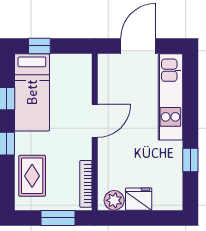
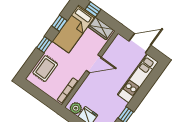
wardrobe: (70, 65) -> (101, 28), added
window: (58, 218) -> (43, 97), removed

